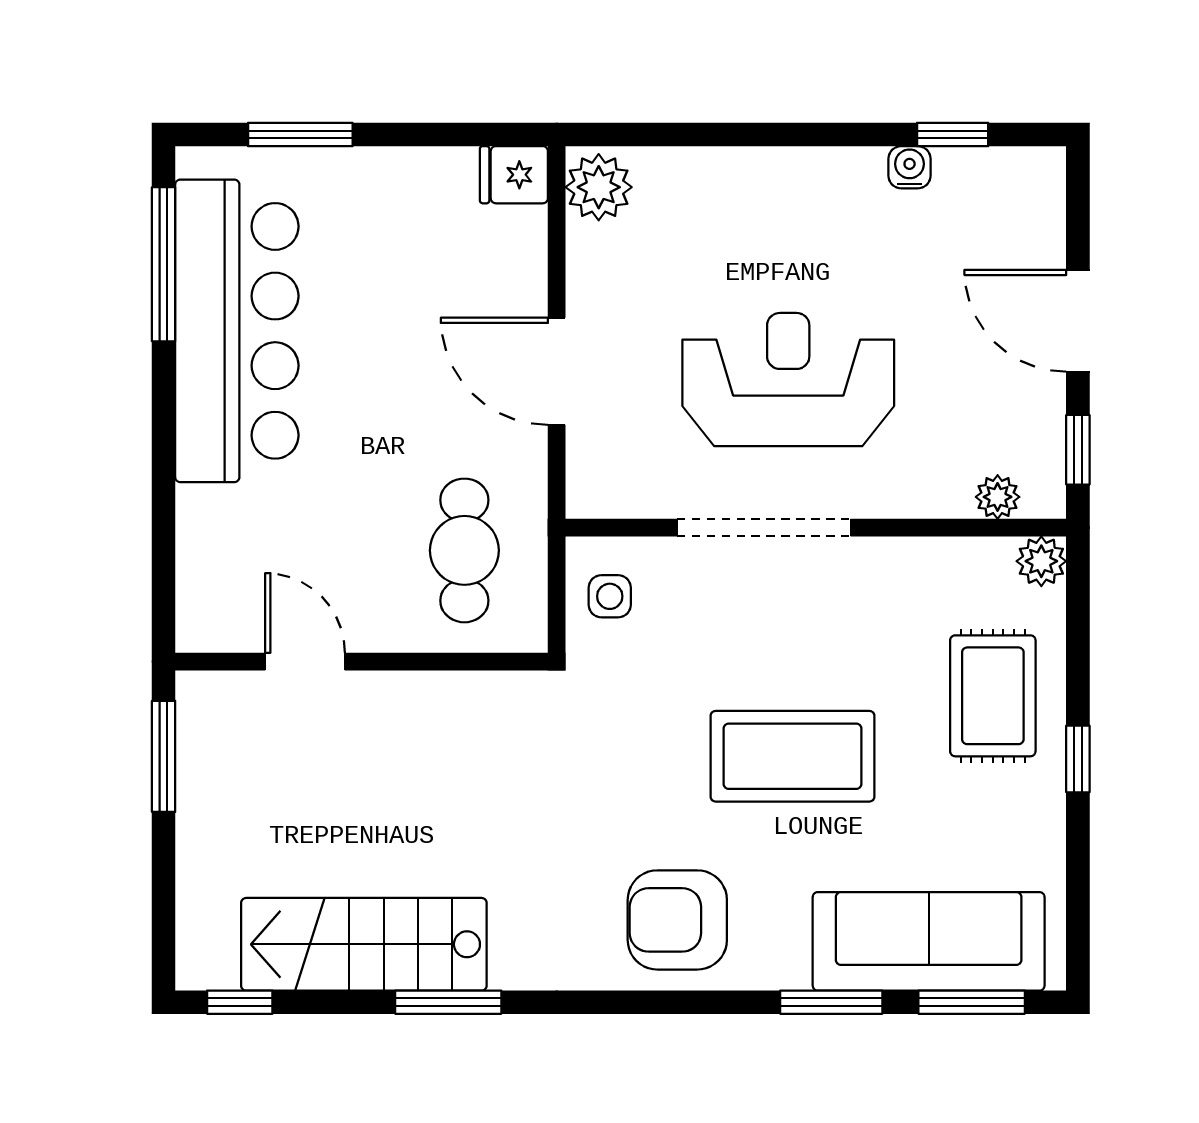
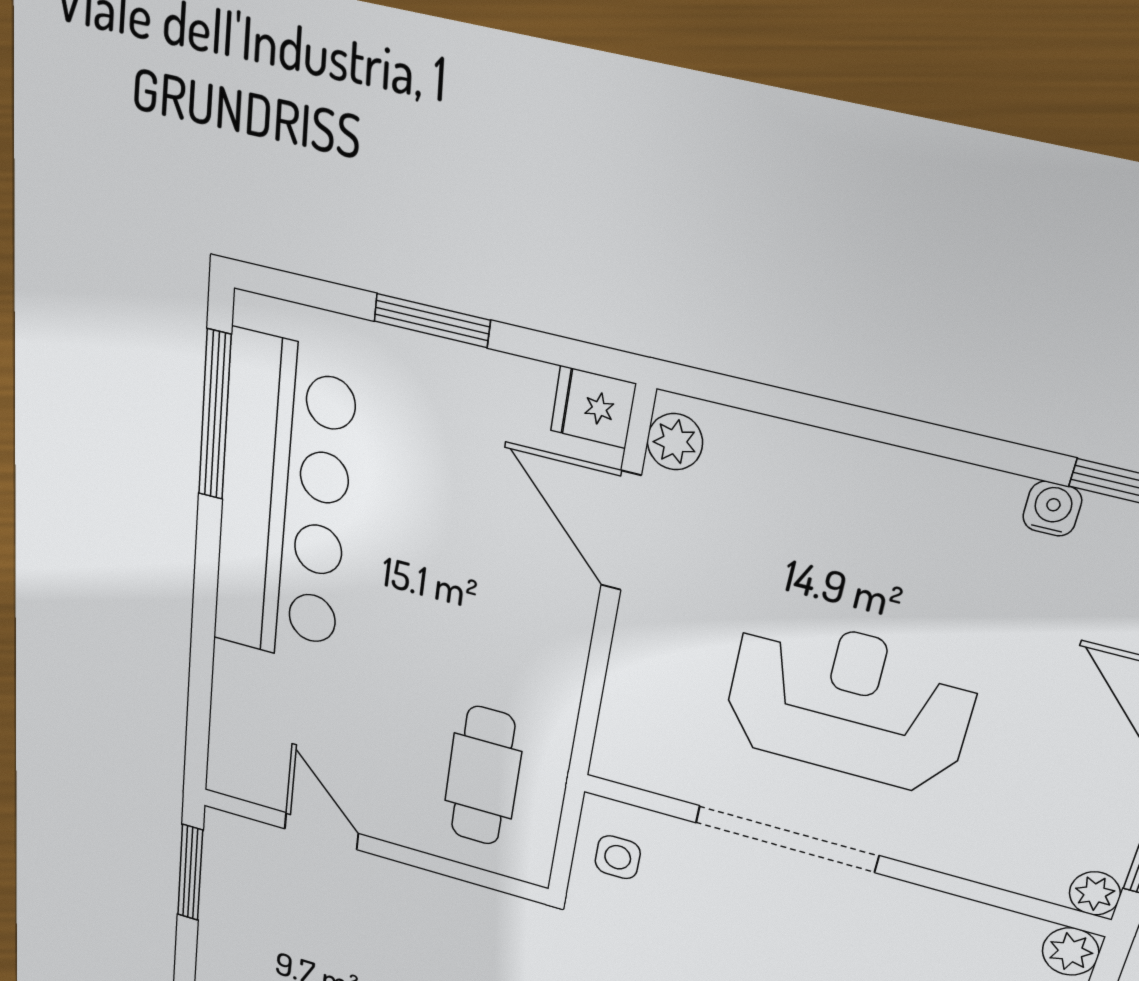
window: (300, 135) -> (432, 321), moved
plant: (599, 187) -> (675, 442), width x0.73, depth x0.73
door: (557, 371) -> (621, 531), moved
plant: (998, 497) -> (1095, 893), moved

